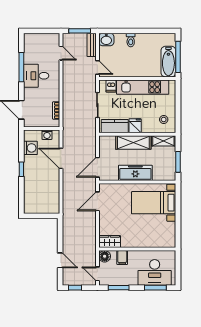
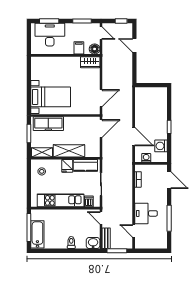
bathtub: (168, 62) -> (37, 234), moved
desk: (36, 76) -> (146, 213), moved, turned 180
freezer: (135, 173) -> (48, 124), moved

